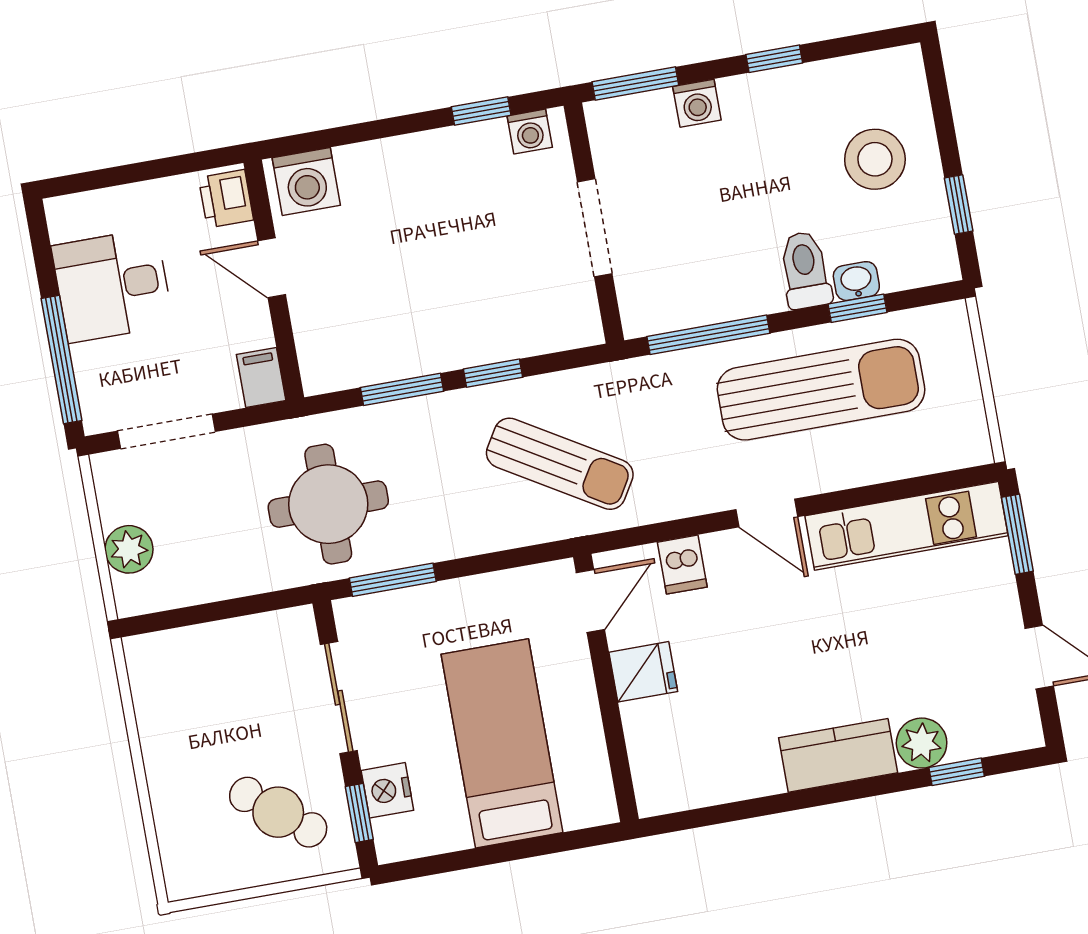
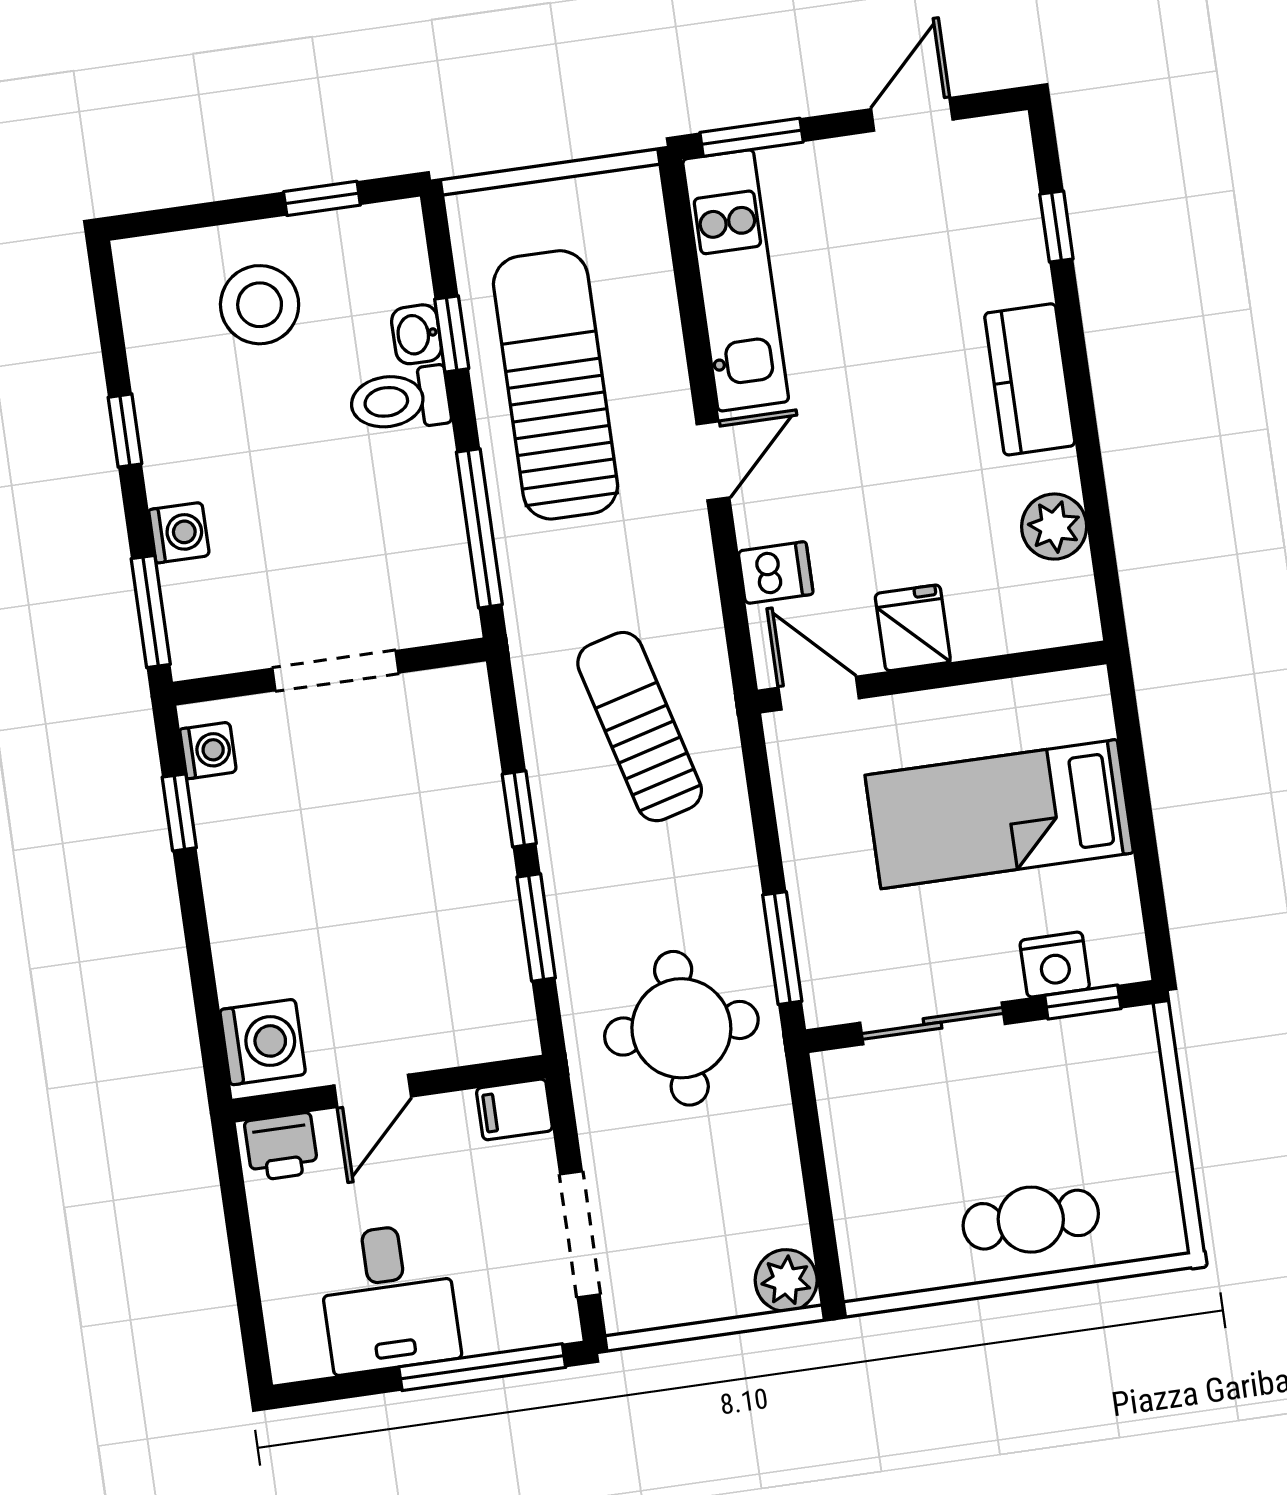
sun lounger: (560, 464) -> (640, 727), turned -46
plant: (129, 549) -> (786, 1280), moved
plant: (922, 743) -> (1054, 527), moved
cafe table: (278, 812) -> (1031, 1220), moved, turned 51

